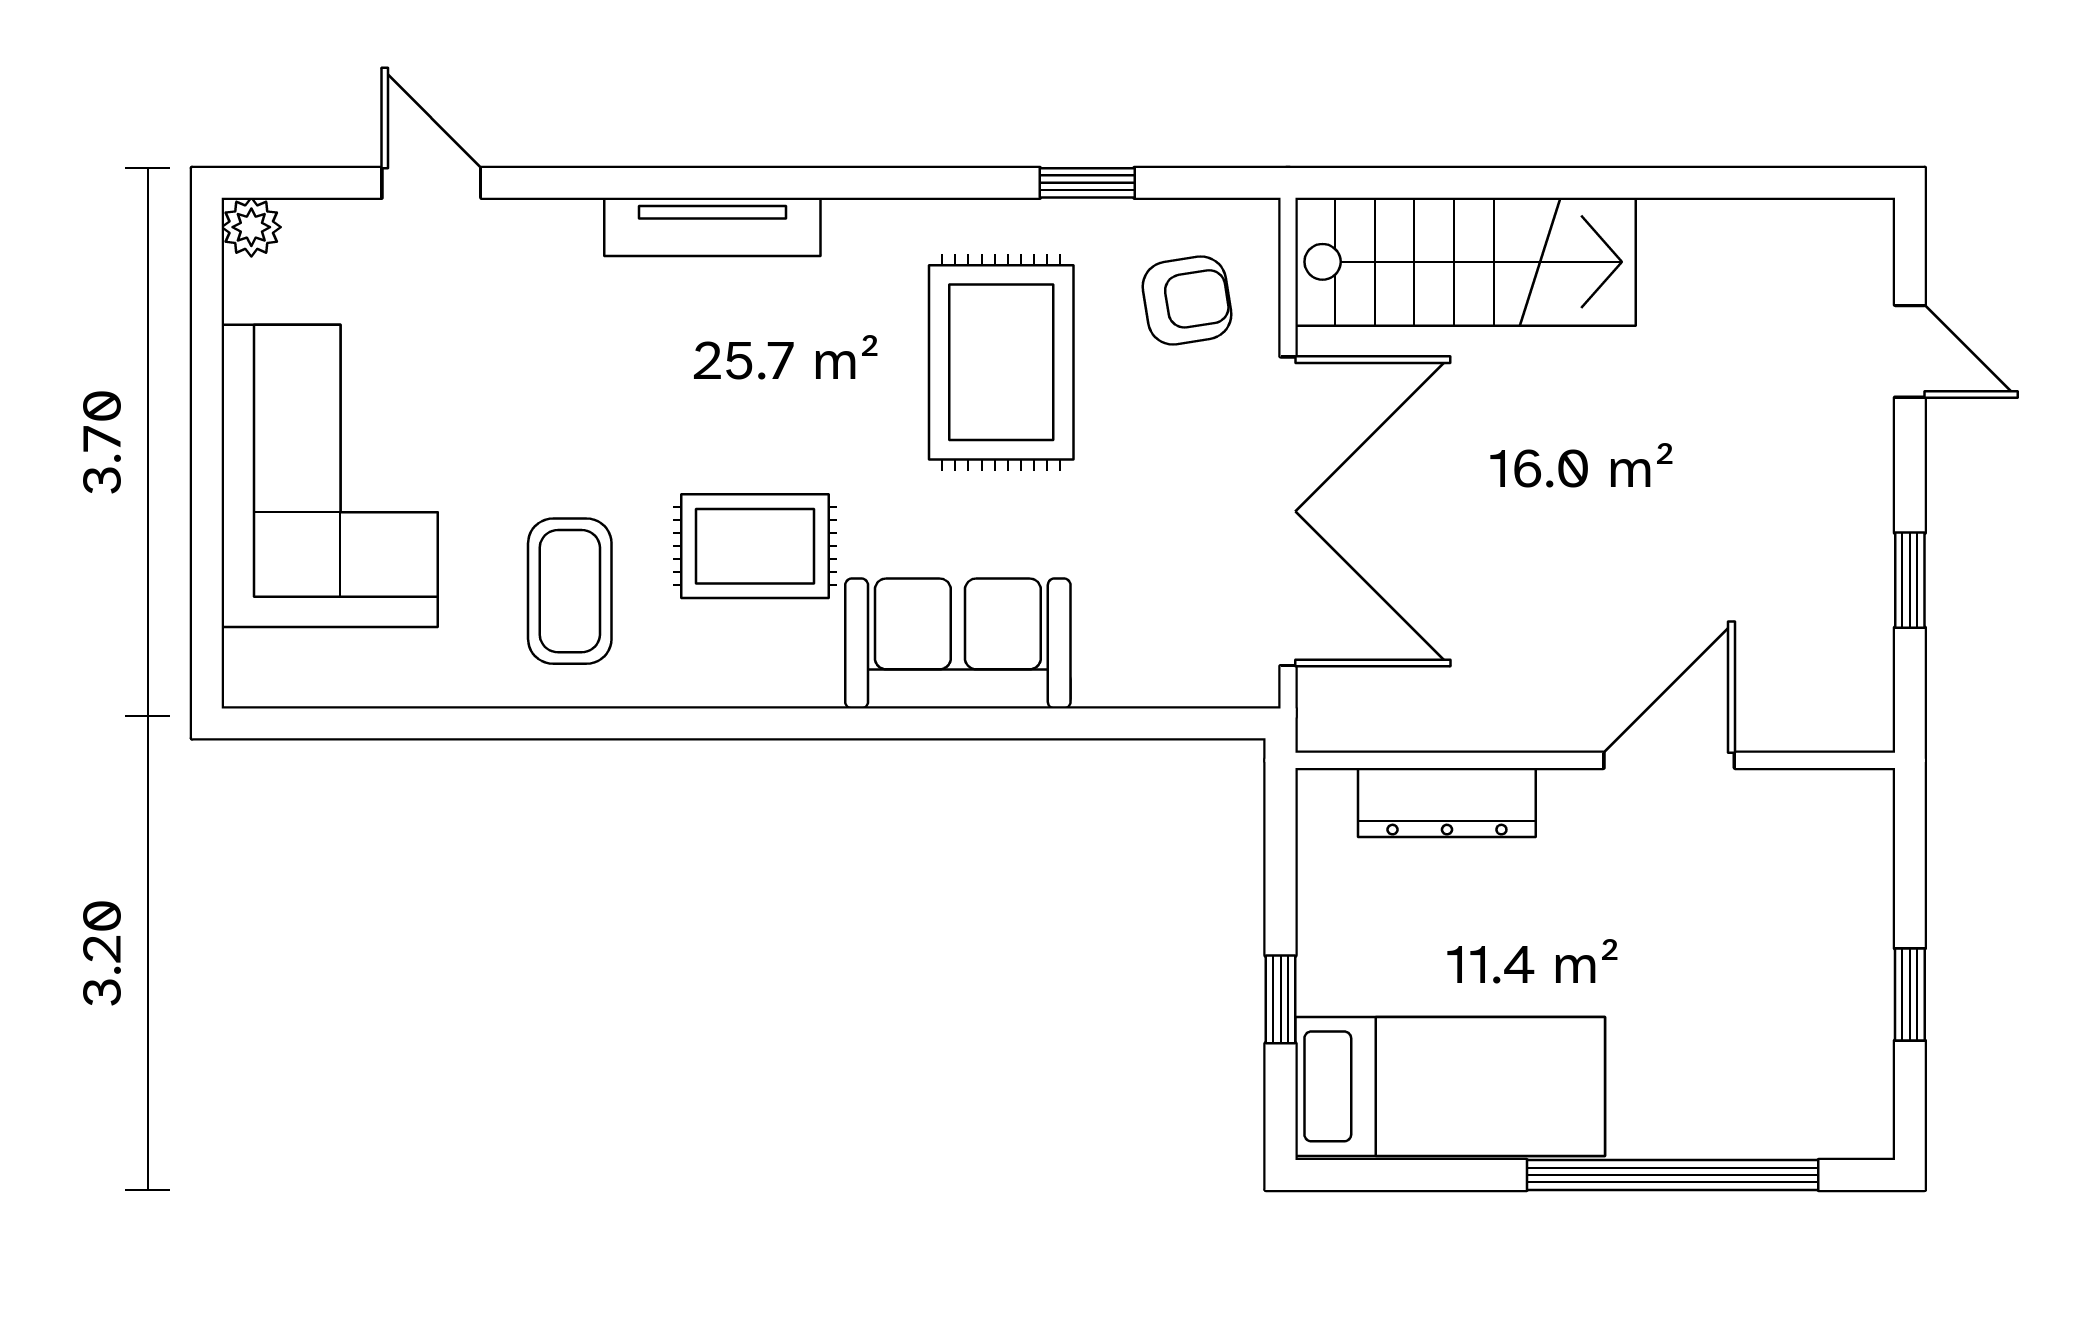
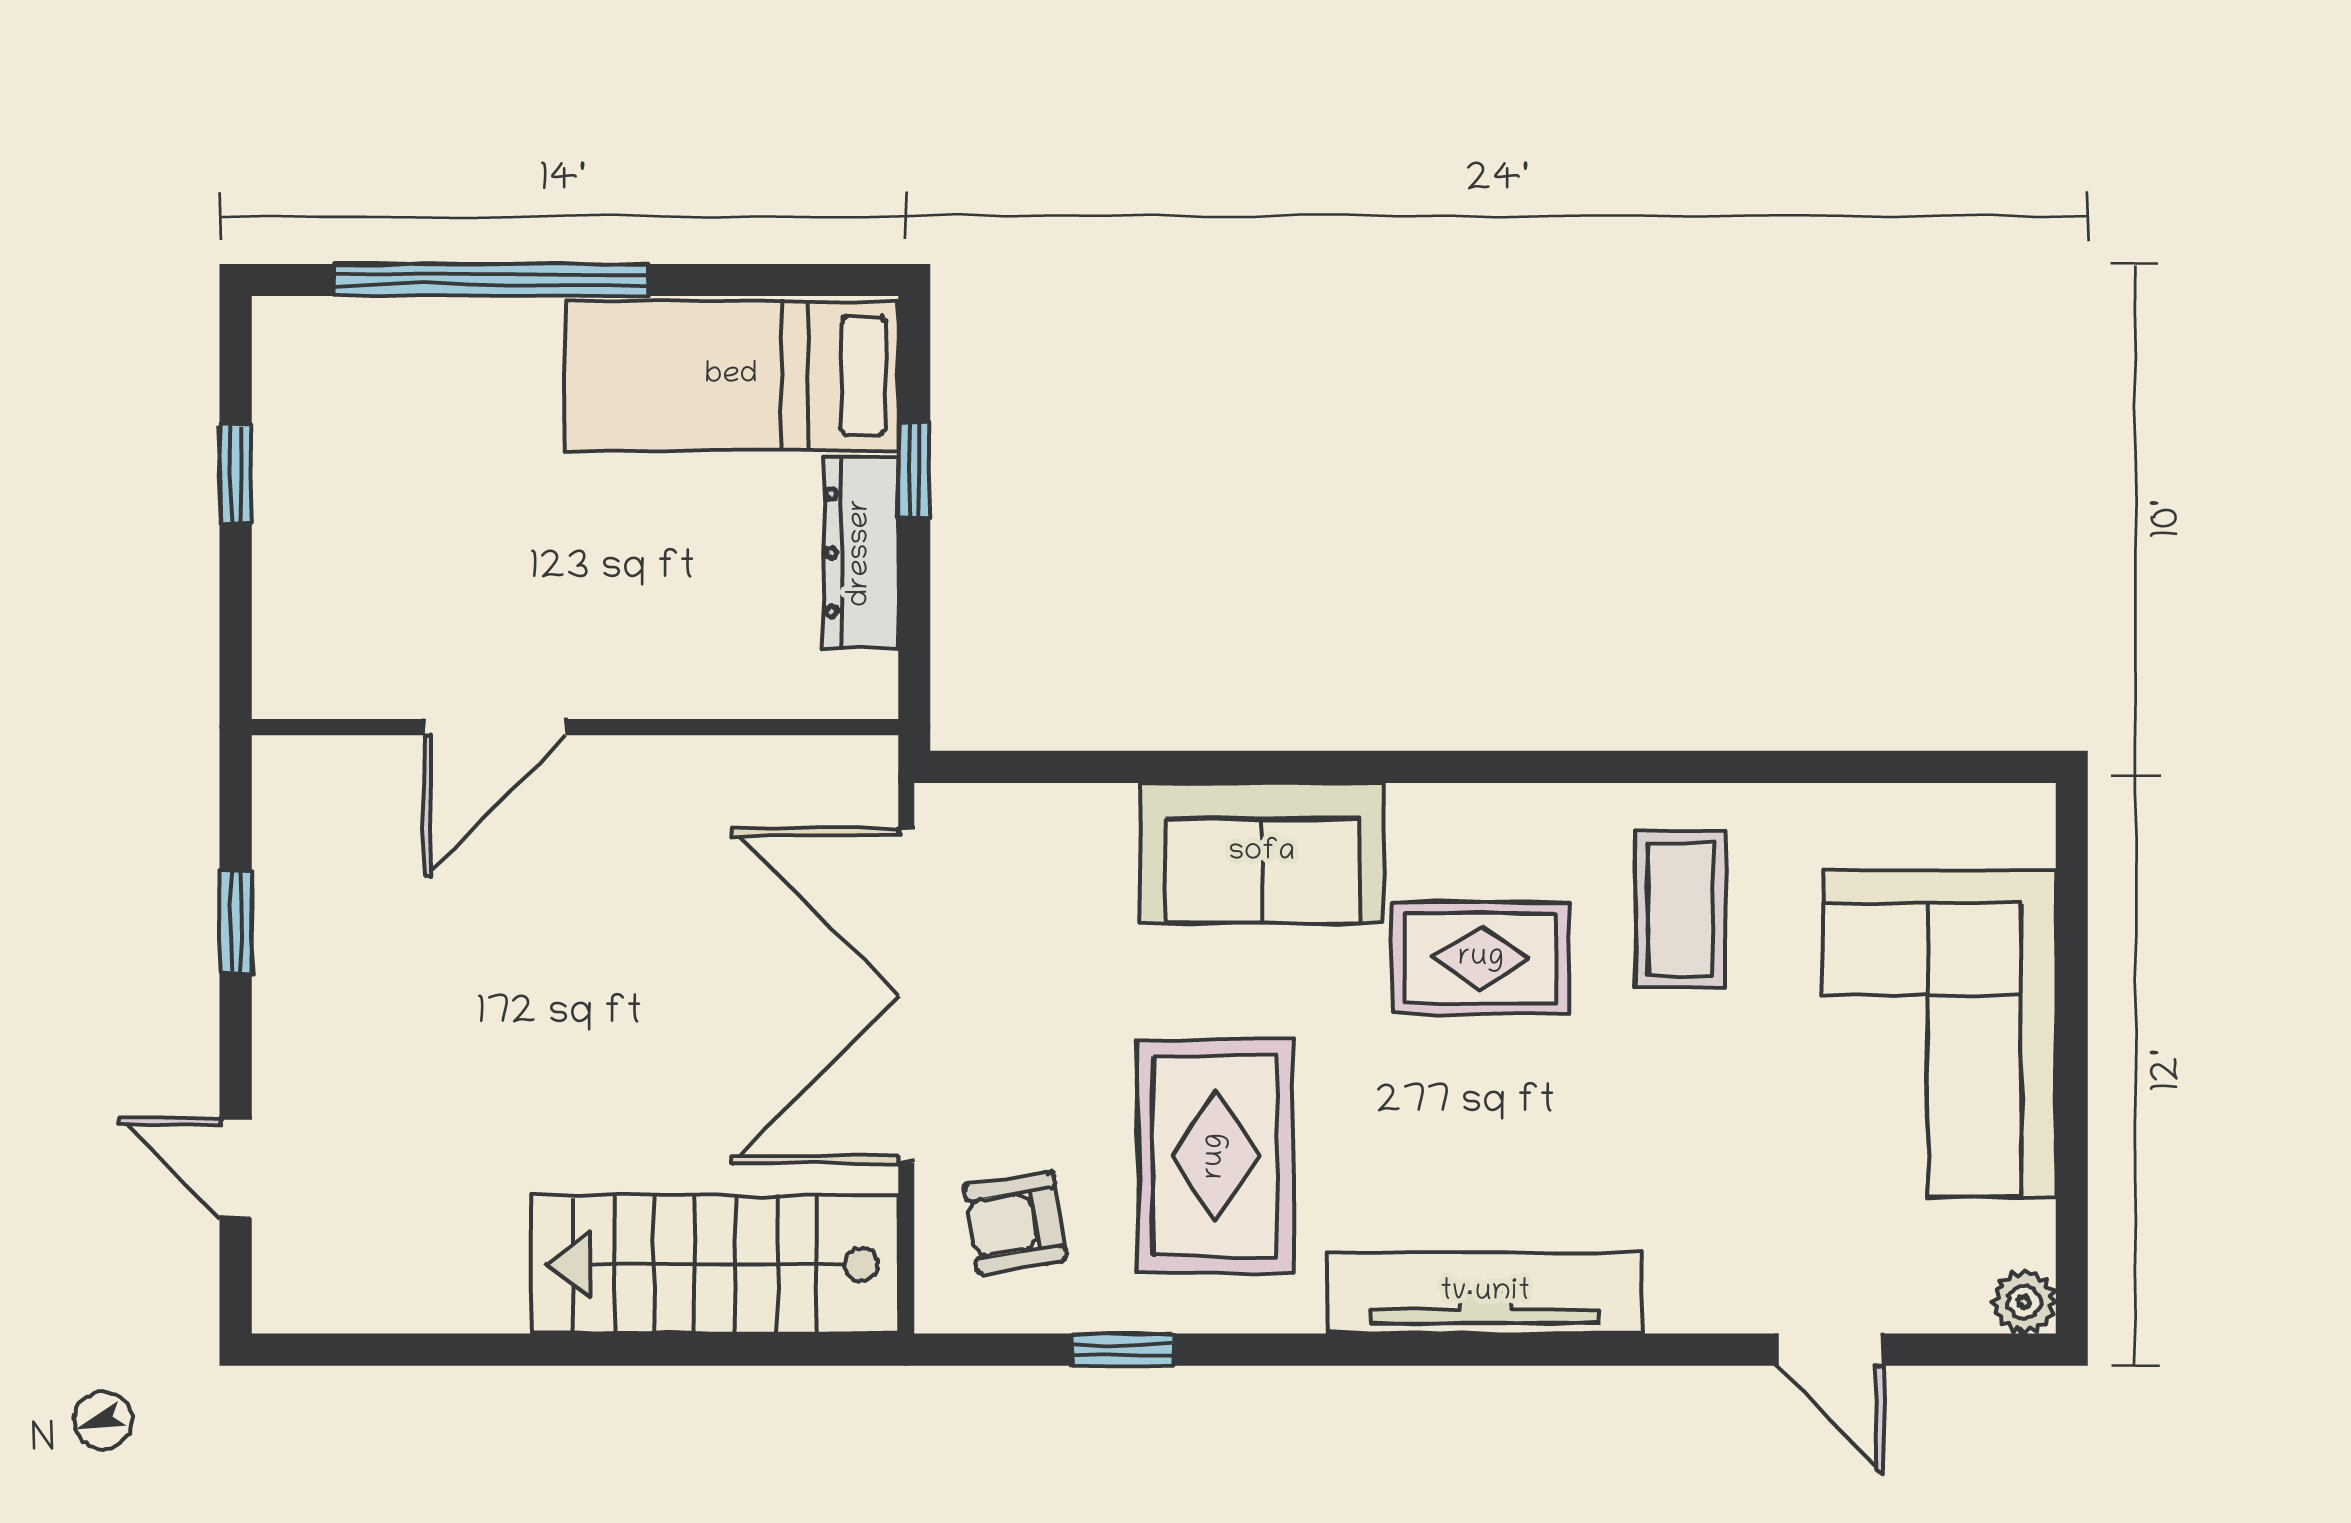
tv unit: (712, 227) -> (1485, 1293), width x1.36, depth x1.29
dresser: (1447, 802) -> (861, 553), moved, turned -90

